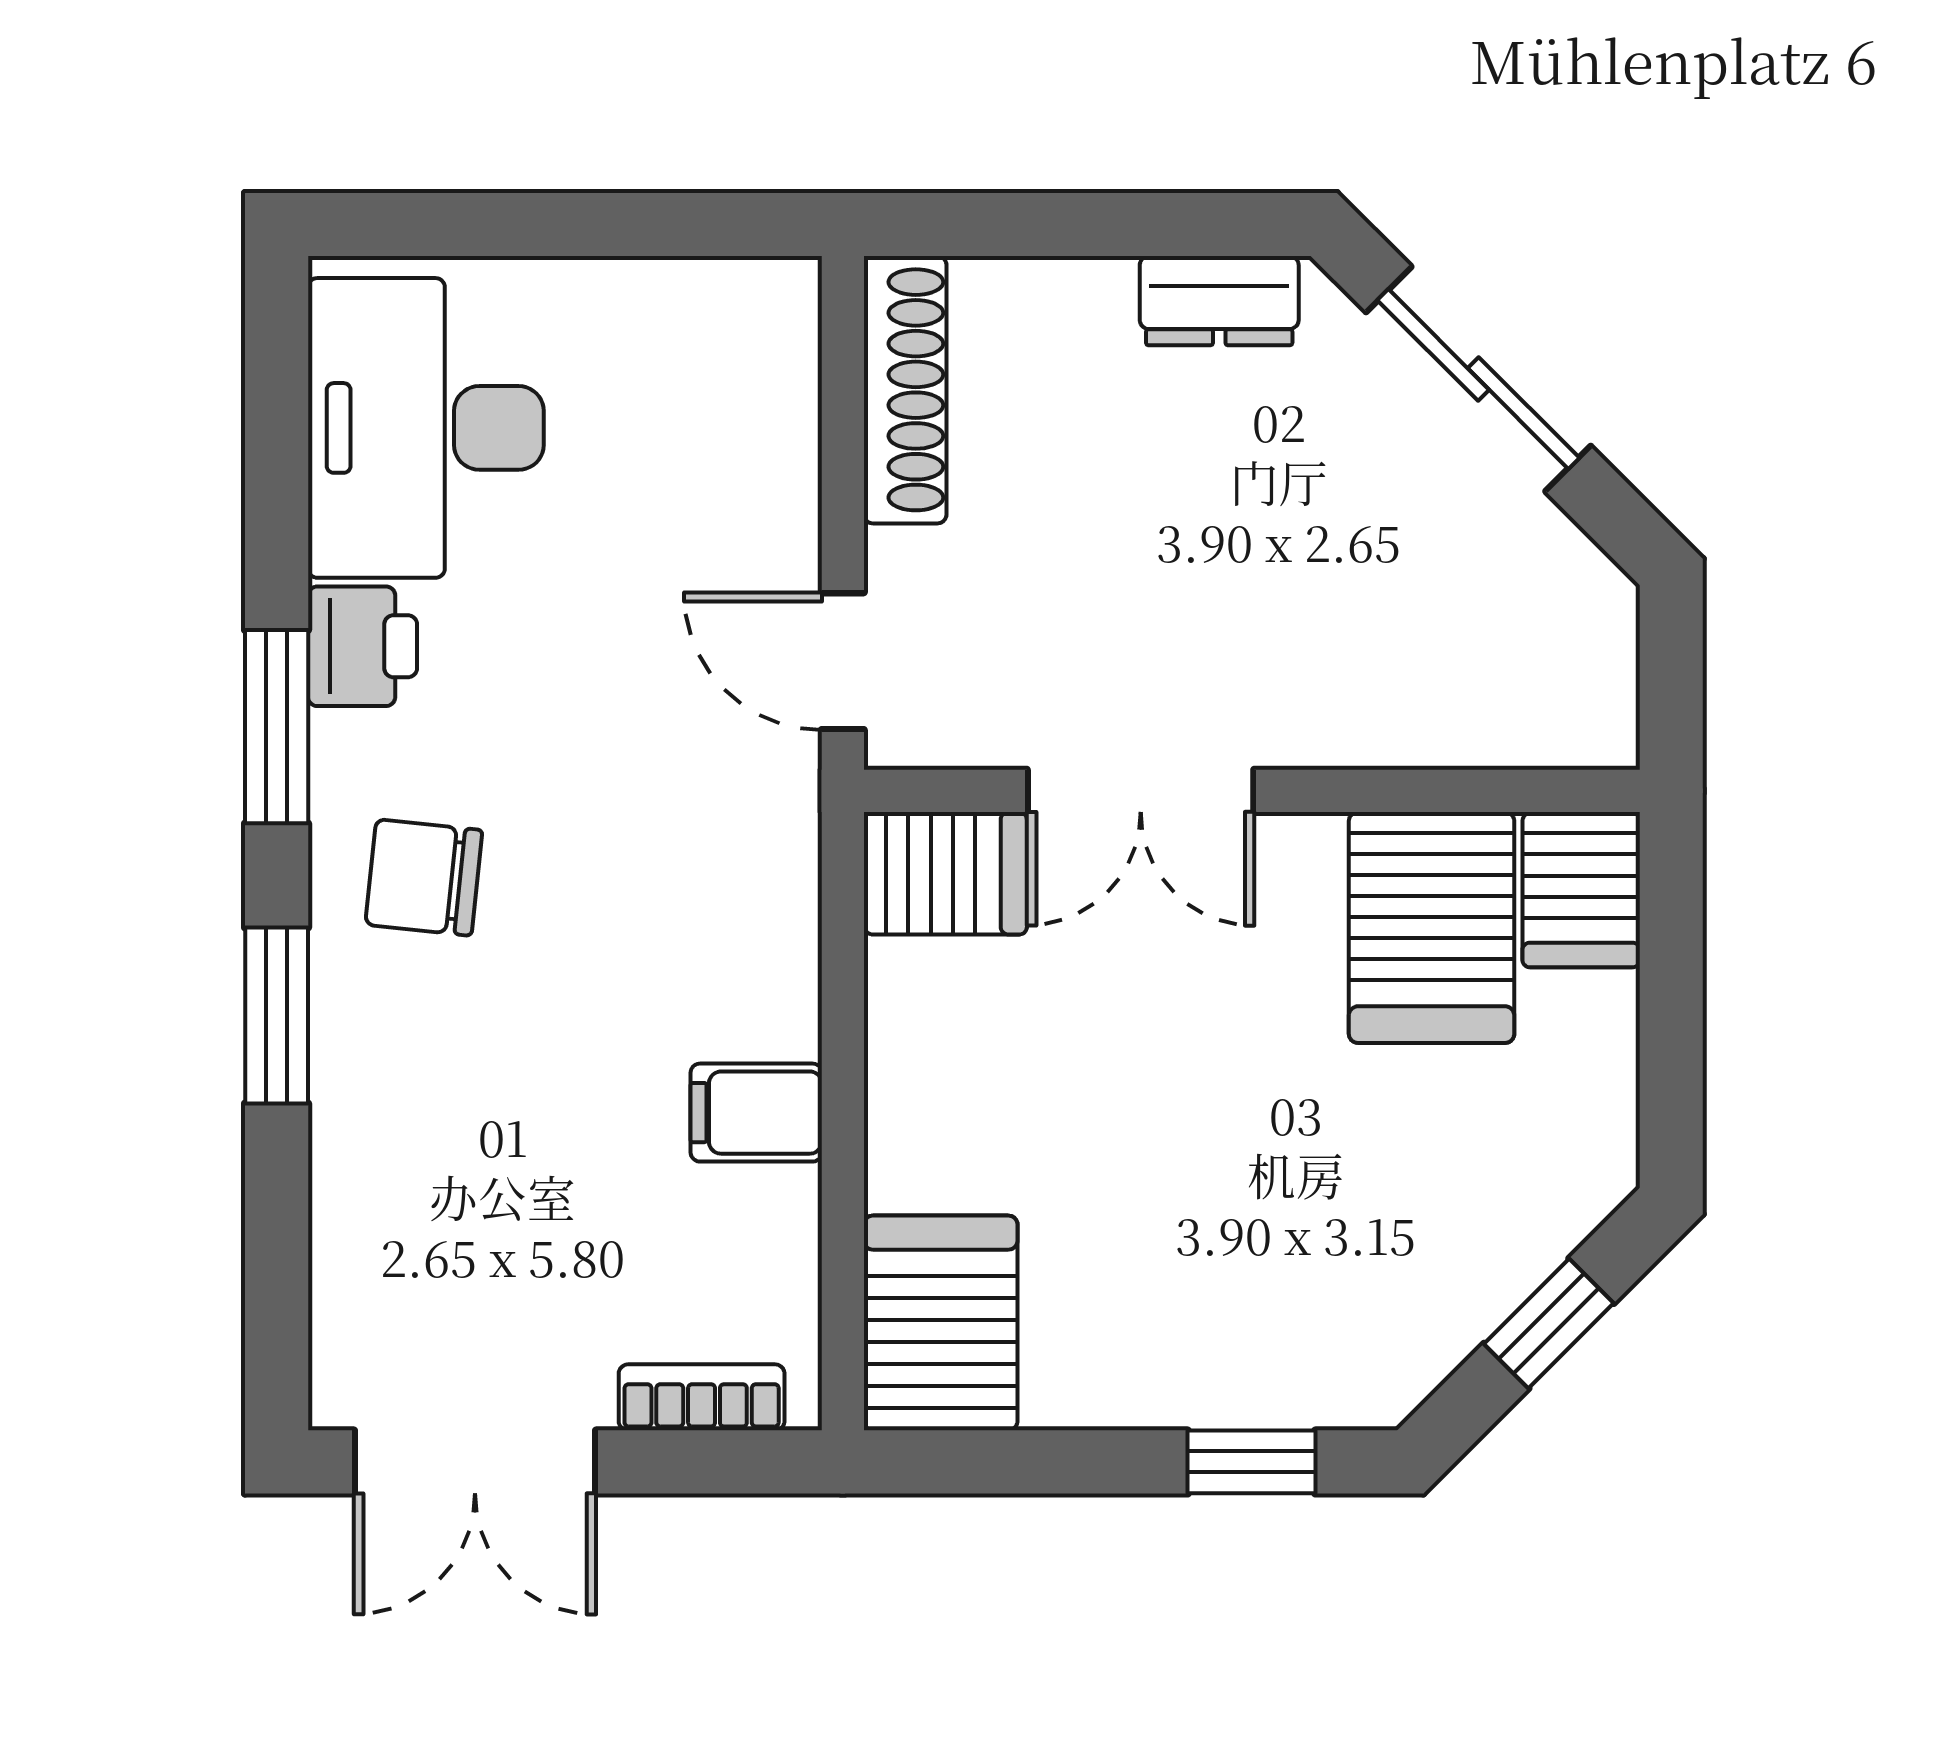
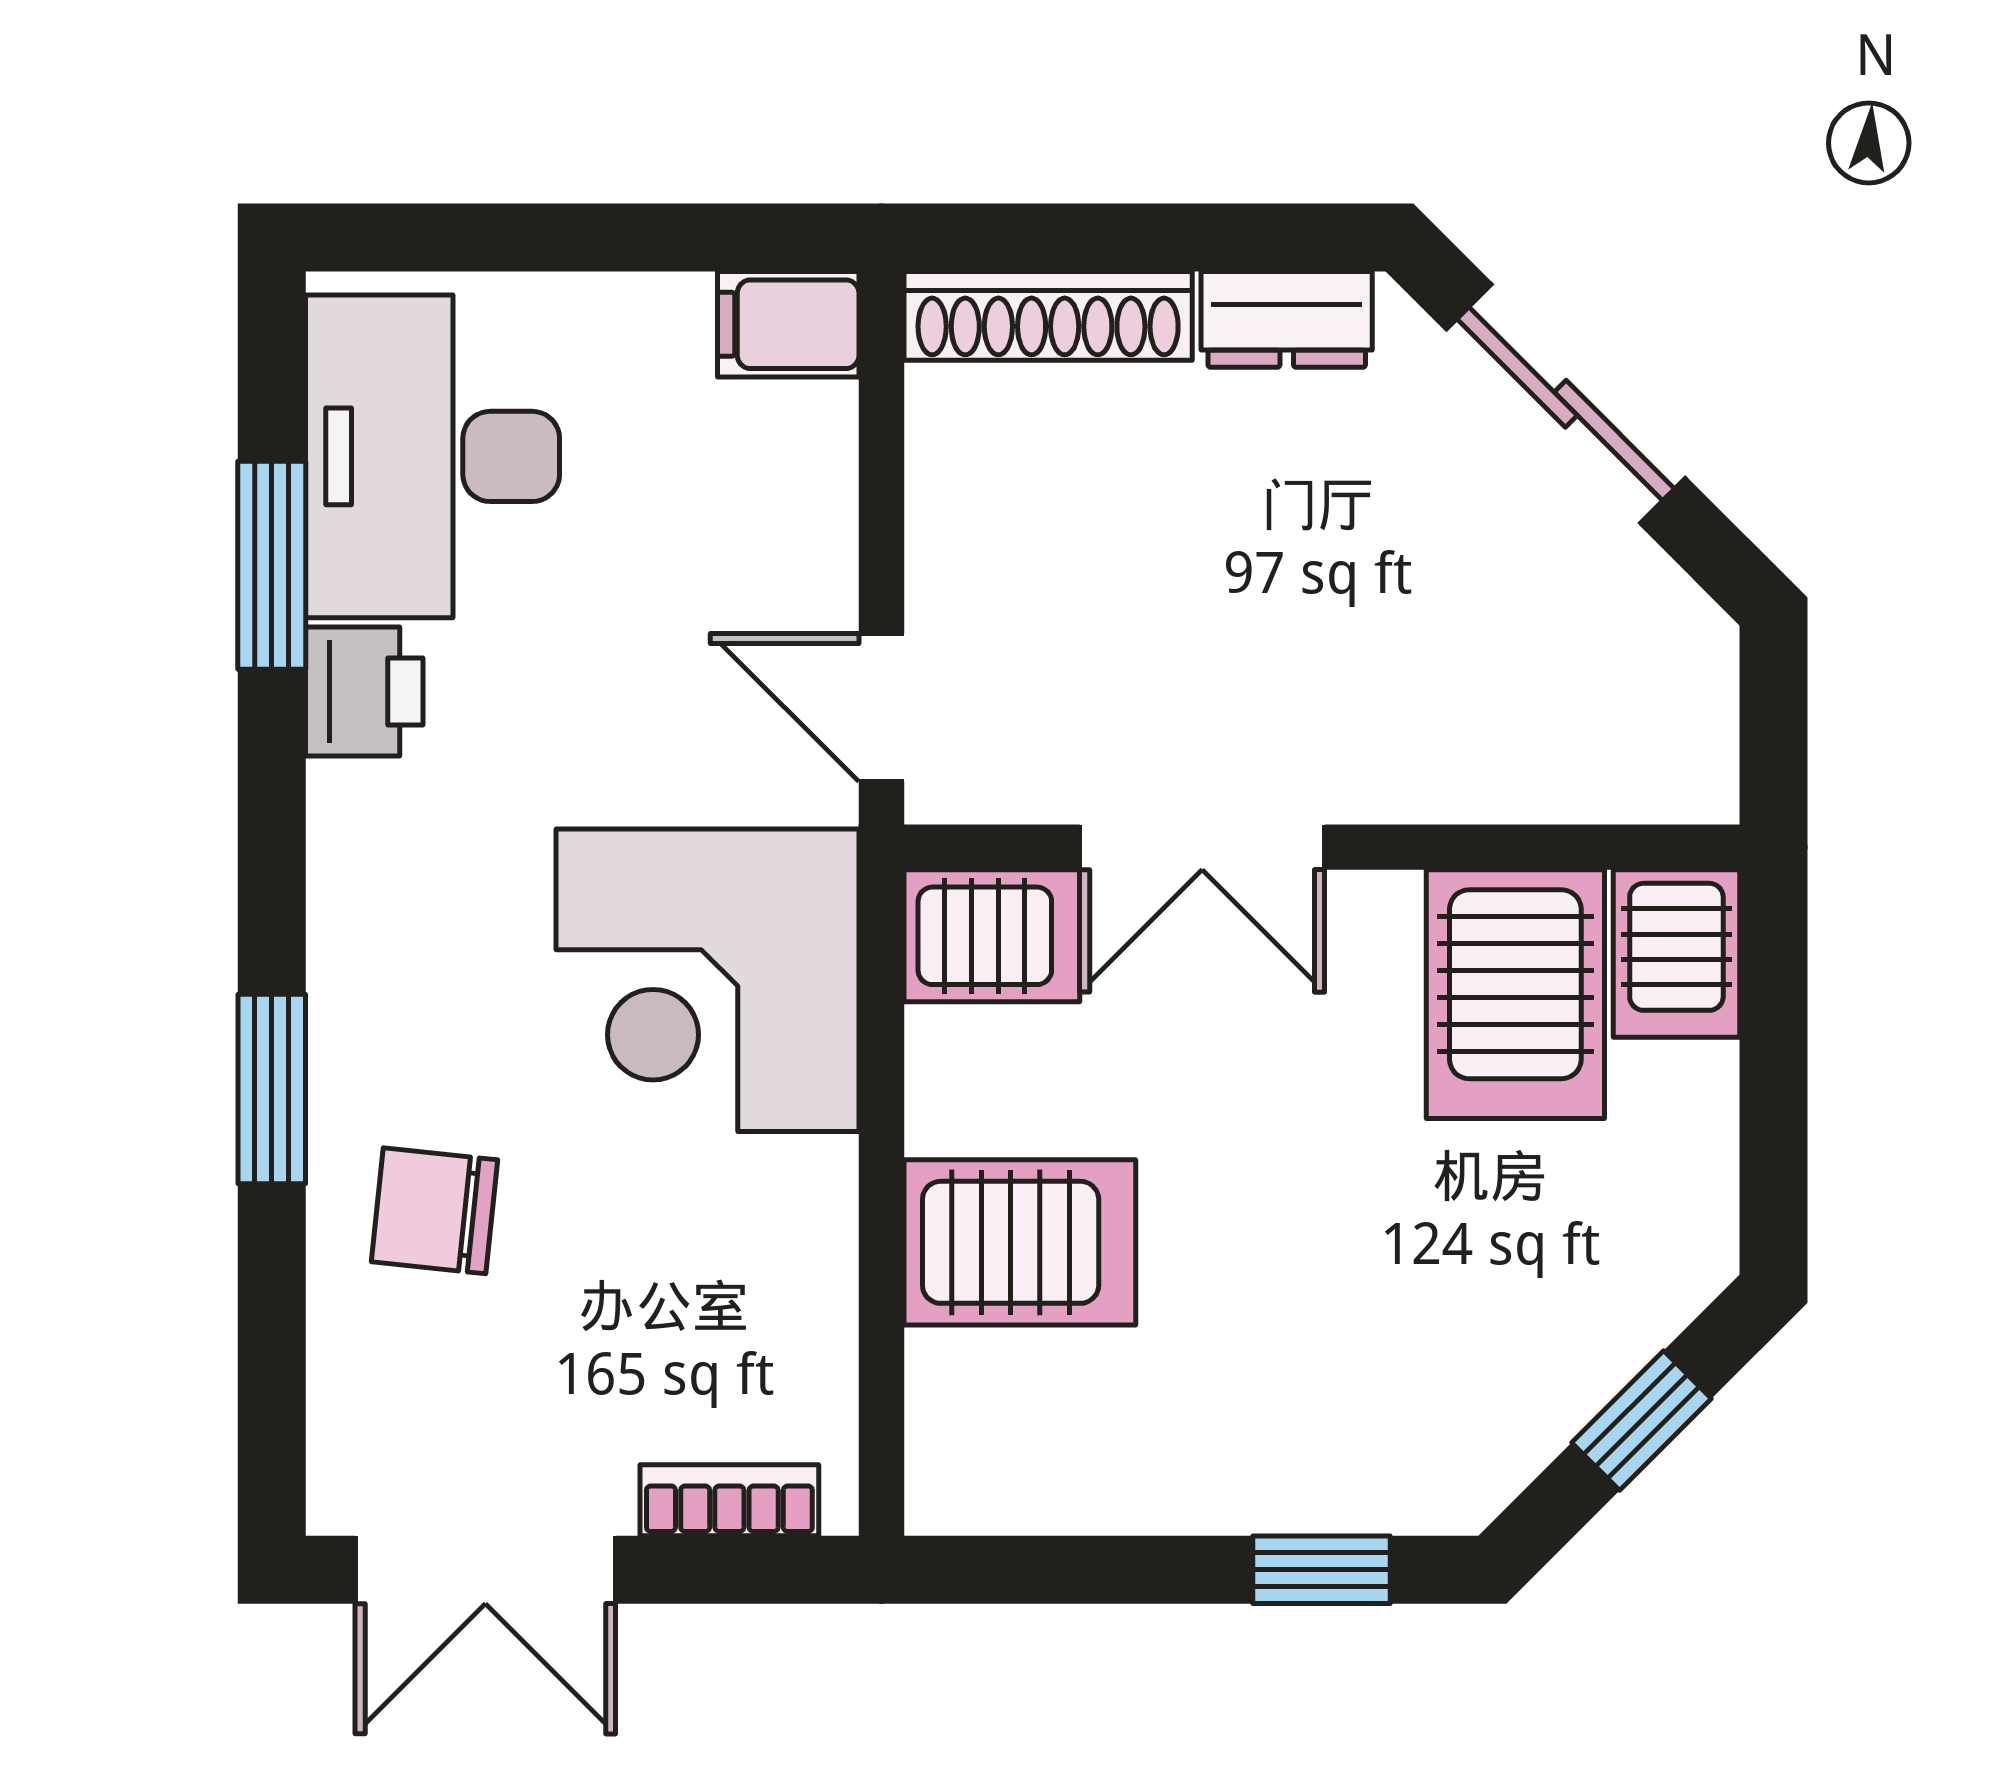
shoe rack: (905, 390) -> (1048, 316), moved, turned 90
window: (277, 727) -> (272, 565), moved
chair: (424, 877) -> (435, 1211), moved
corner desk: (681, 914) -> (707, 980), added
filing cabinet: (756, 1113) -> (788, 324), moved
server rack: (941, 1323) -> (1020, 1242), moved, turned 90

